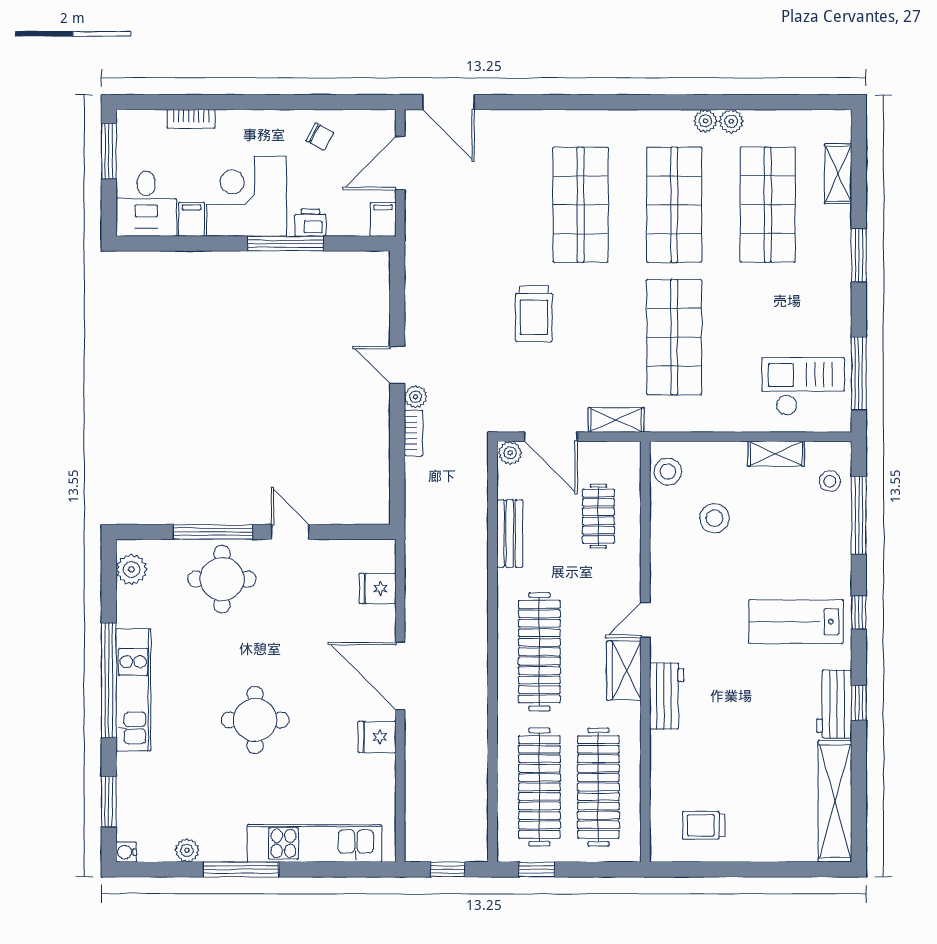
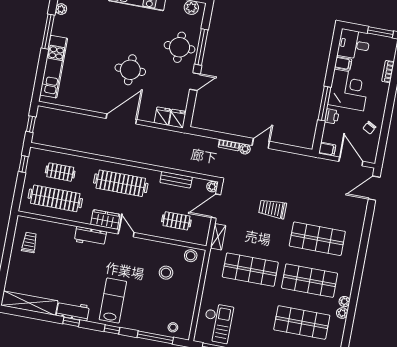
shelving: (776, 454) -> (190, 306), removed
round table: (255, 720) -> (130, 70), moved
fridge: (377, 737) -> (177, 119), moved
clothes rail: (539, 787) -> (60, 172), width x0.54, depth x0.76

